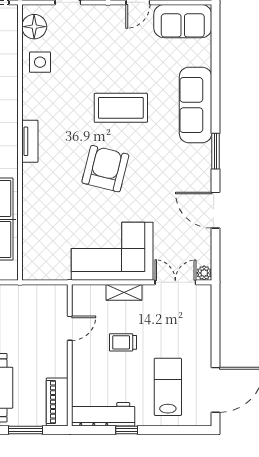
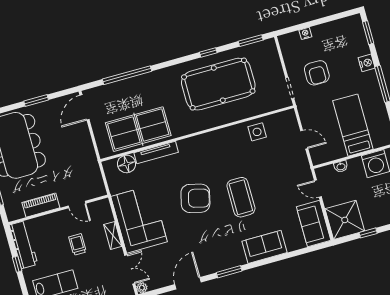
floor lamp: (34, 27) -> (126, 164), moved
sofa: (196, 105) -> (265, 247), width x0.73
tv unit: (30, 141) -> (156, 152), moved, width x1.41
piano: (57, 402) -> (41, 205), moved

